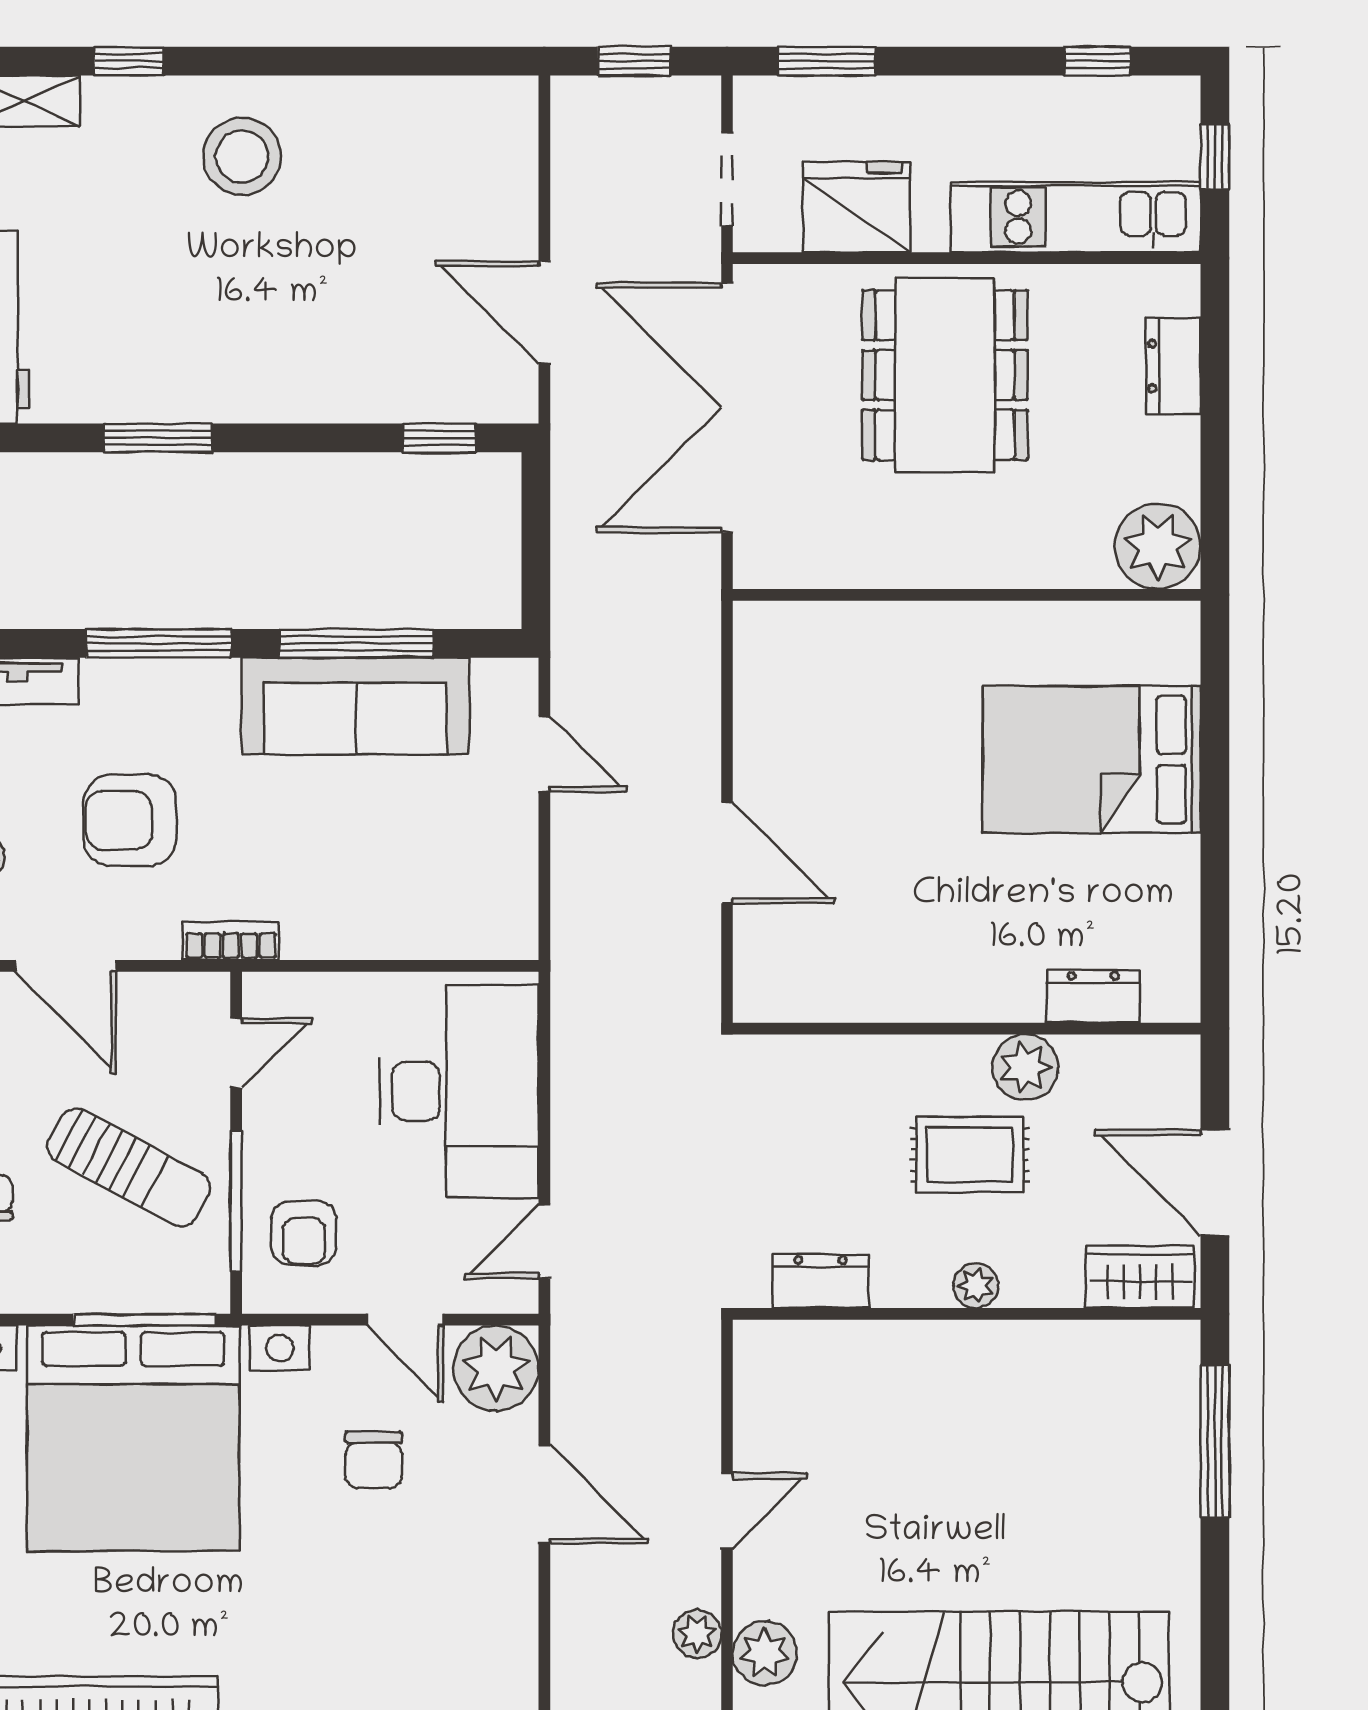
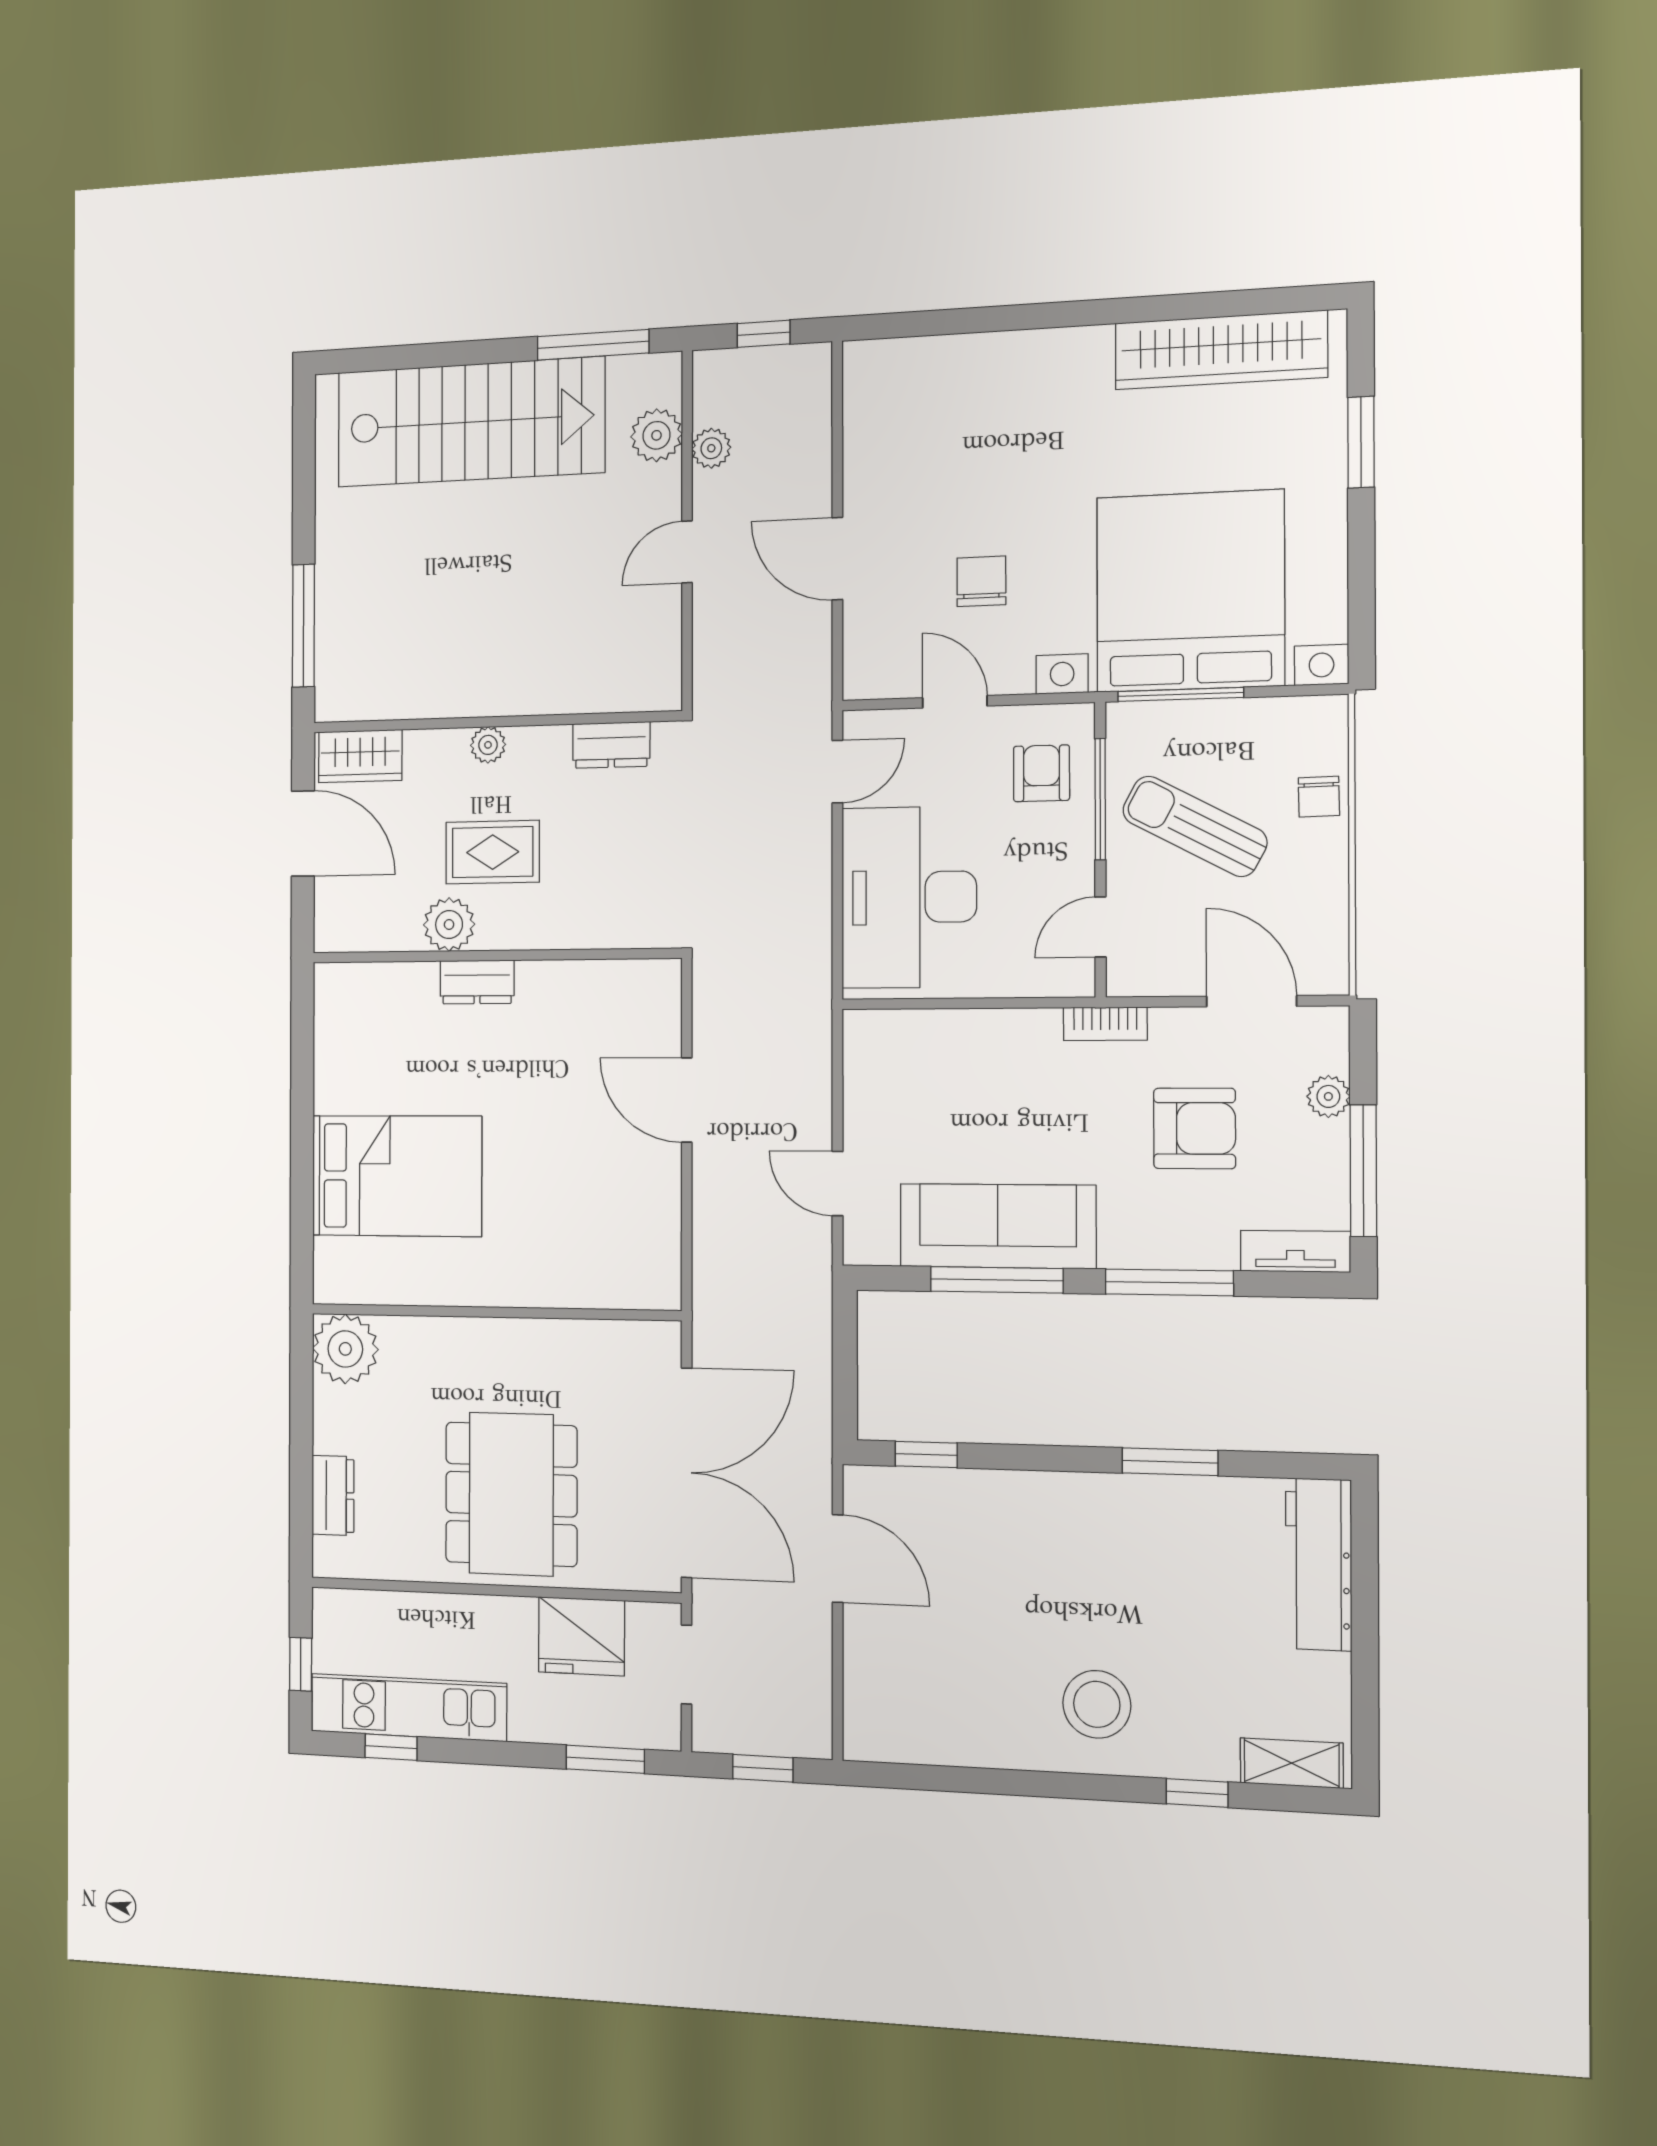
kitchen unit: (1076, 217) -> (409, 1707), moved, turned 180
dresser: (1093, 996) -> (477, 982), moved
plant: (496, 1368) -> (878, 663), removed

